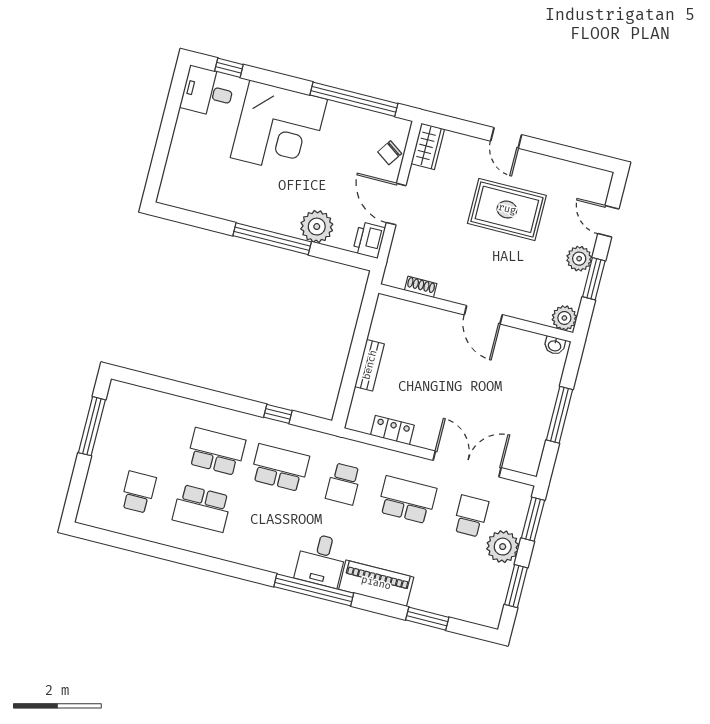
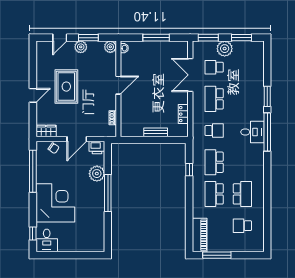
piano: (376, 583) -> (200, 235), moved, turned 180
window: (427, 619) -> (267, 96), moved

